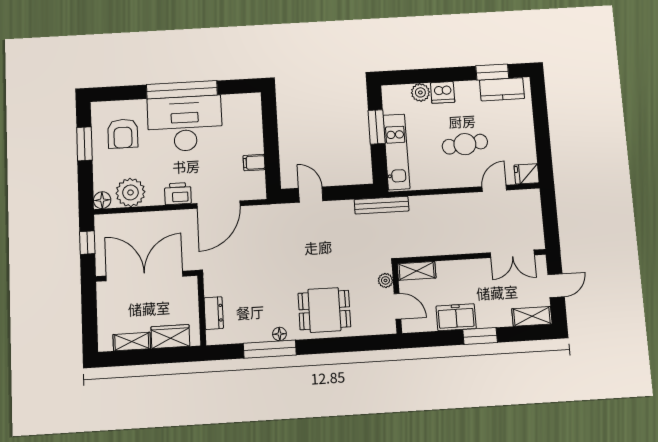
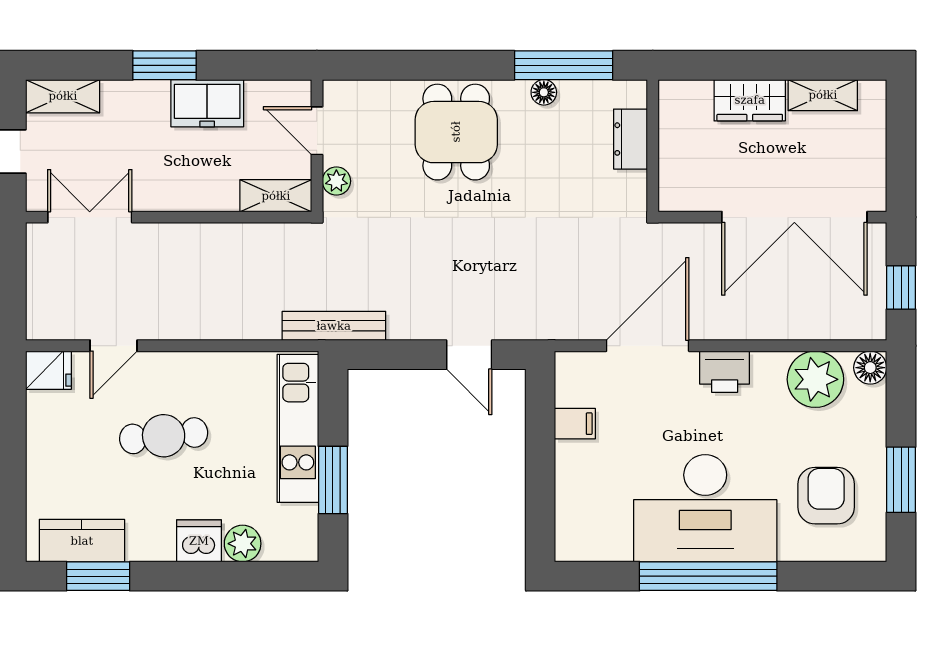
wall: (202, 310) -> (653, 146), moved
dining table: (324, 310) -> (456, 132), turned 90
dresser: (214, 313) -> (630, 139), moved

